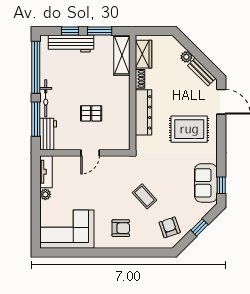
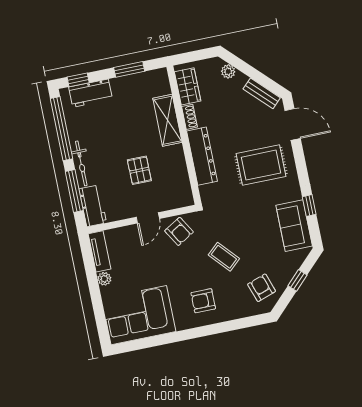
window: (70, 31) -> (78, 80), moved
workbench: (71, 44) -> (91, 93), width x0.73
shelving: (122, 55) -> (167, 120), moved
plant: (186, 57) -> (228, 71), moved
pallet: (91, 113) -> (139, 170), turned 90
armchair: (113, 169) -> (179, 231), added
window: (221, 185) -> (309, 206), moved
armchair: (121, 228) -> (203, 301), turned 180

